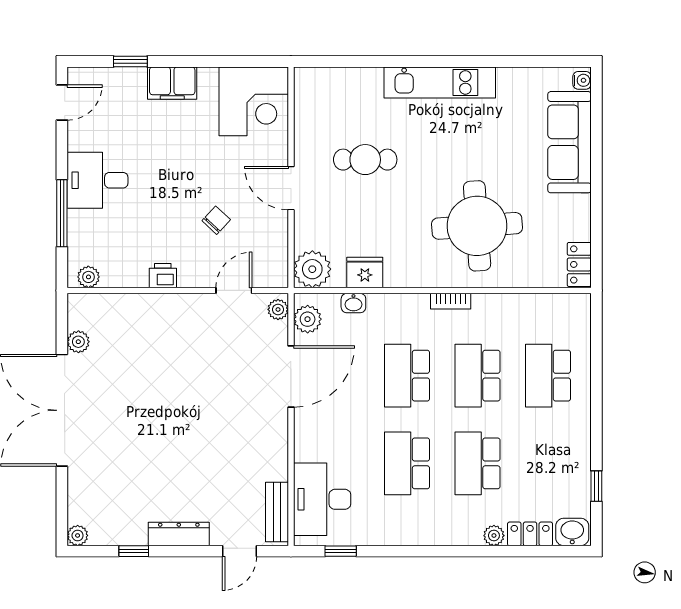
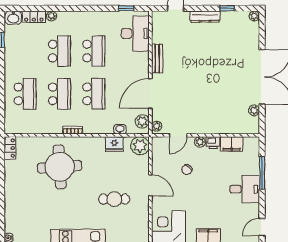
sofa: (569, 142) -> (15, 208), removed
filing cabinet: (124, 273) -> (232, 144), added
plant: (88, 277) -> (200, 142), moved
bench: (277, 512) -> (157, 58), moved

